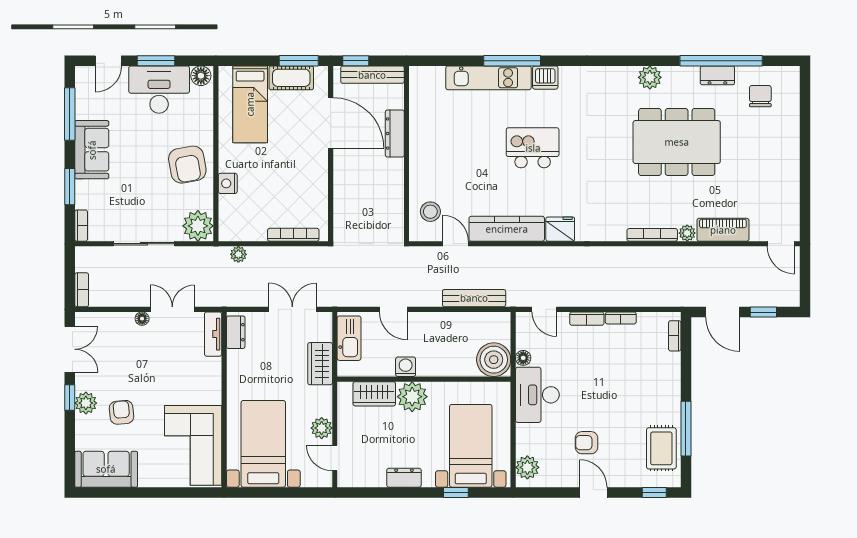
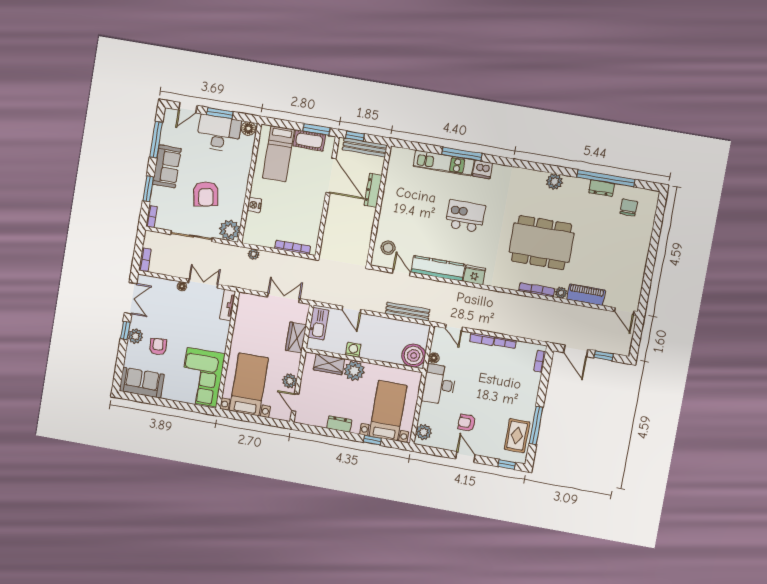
dining table: (677, 142) -> (542, 243), moved
armchair: (187, 165) -> (206, 194), moved
dresser: (236, 332) -> (243, 306), removed

